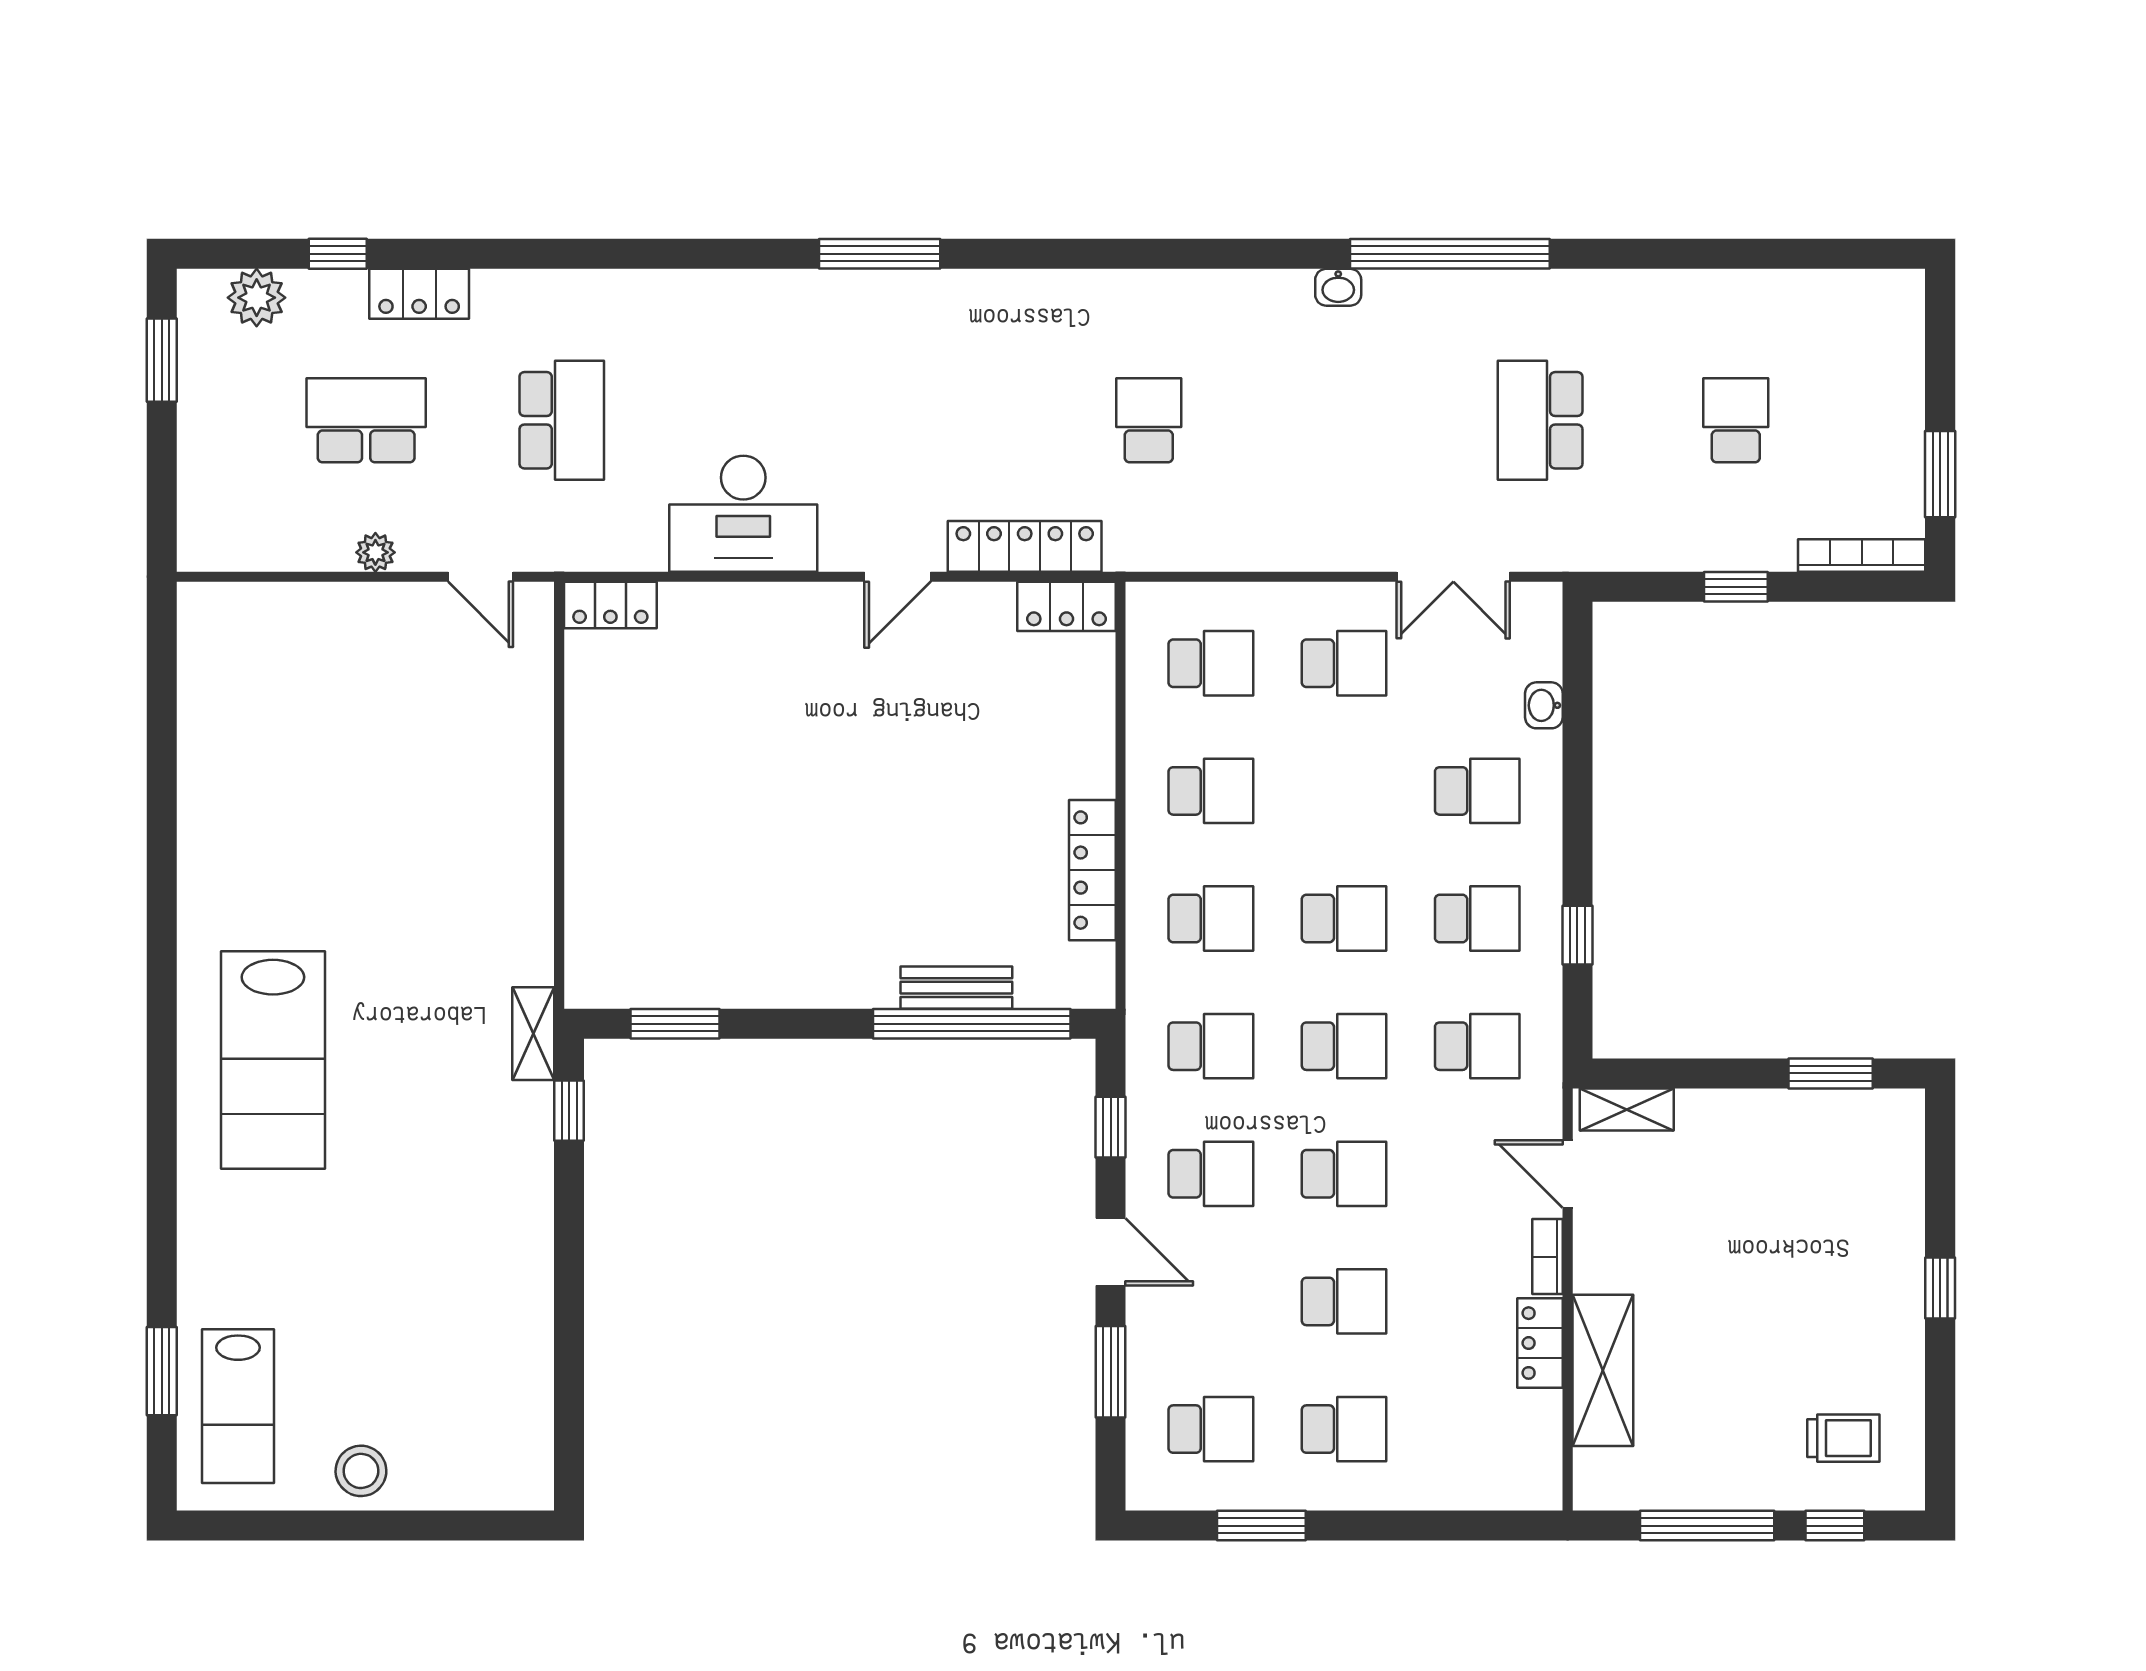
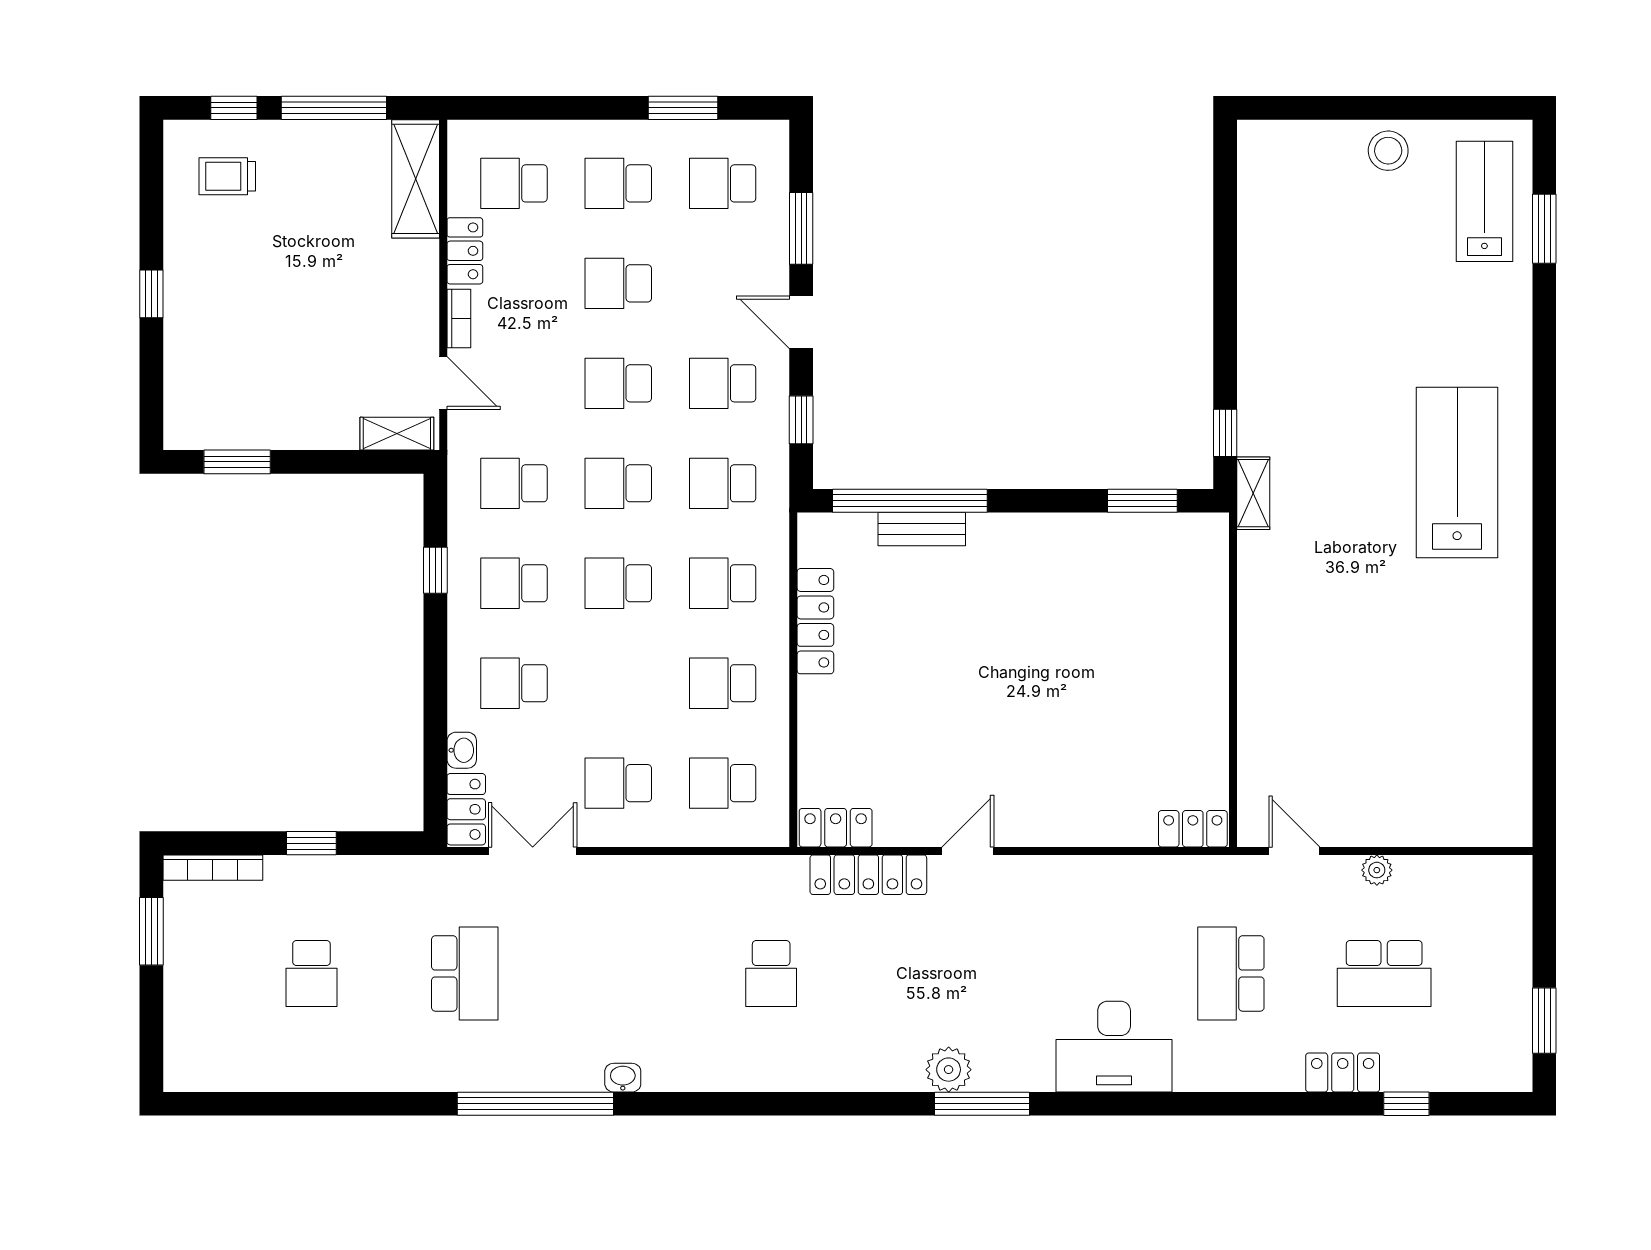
plant: (257, 298) -> (949, 1070), moved
desk: (743, 514) -> (1114, 1047), moved, turned 180
locker: (1538, 630) -> (466, 809), added
shelving: (1603, 1370) -> (416, 179), moved
school desk: (1477, 1429) -> (514, 183), added

